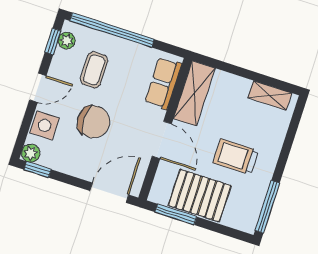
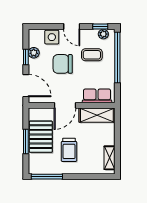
chair: (94, 122) -> (63, 64), turned 90
plant: (31, 153) -> (34, 53), moved
trolley: (236, 157) -> (69, 150), turned 180
window: (38, 169) -> (26, 57), moved
window: (176, 214) -> (26, 142), moved

